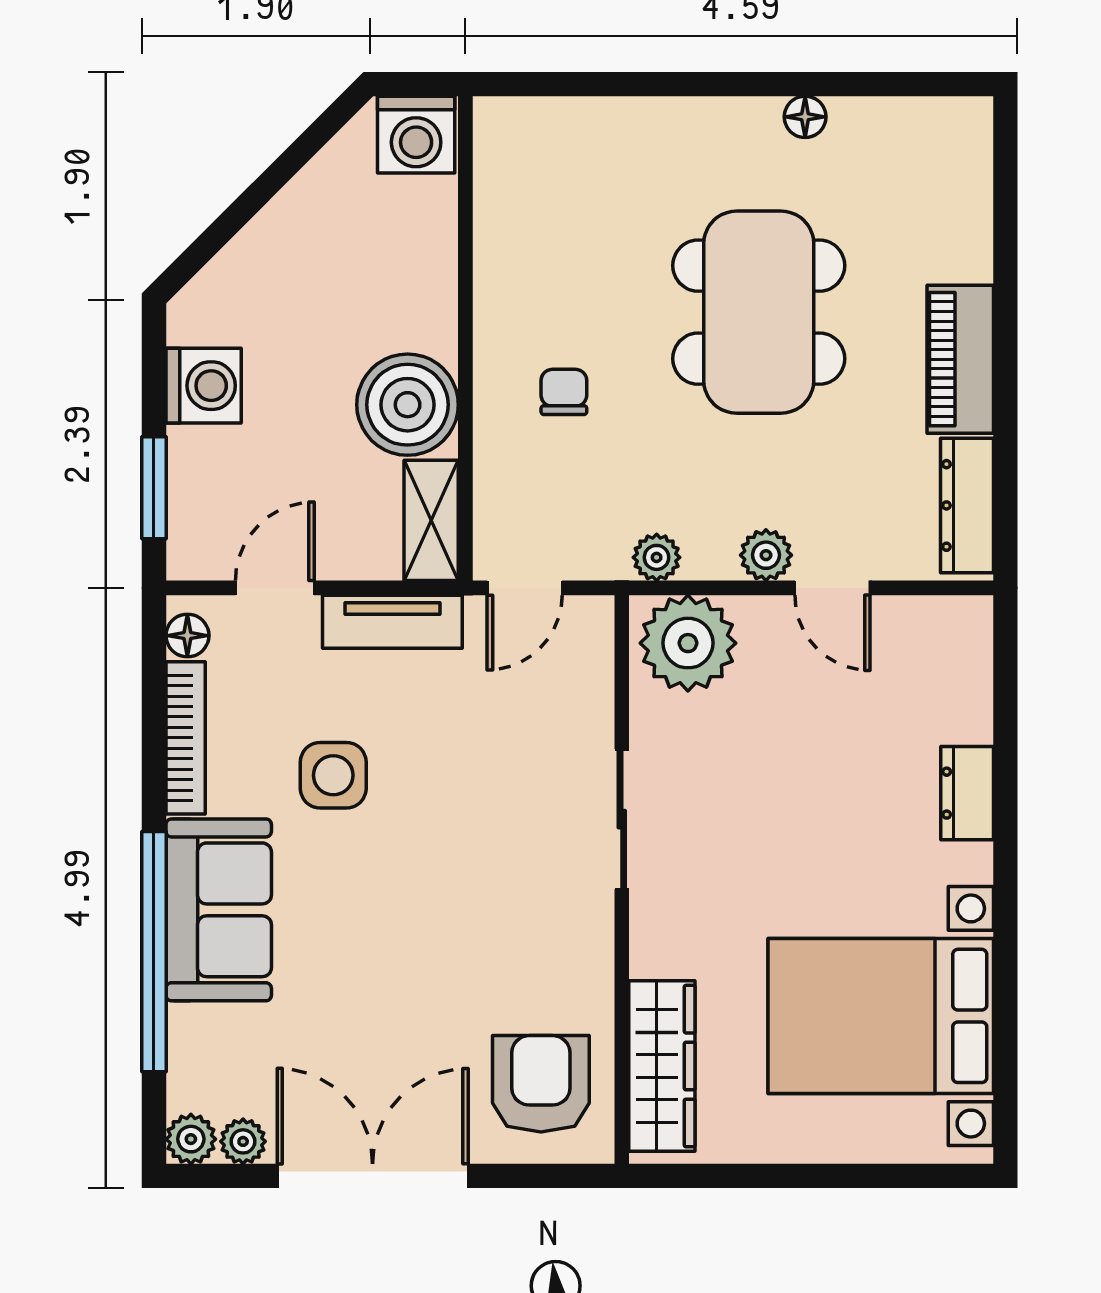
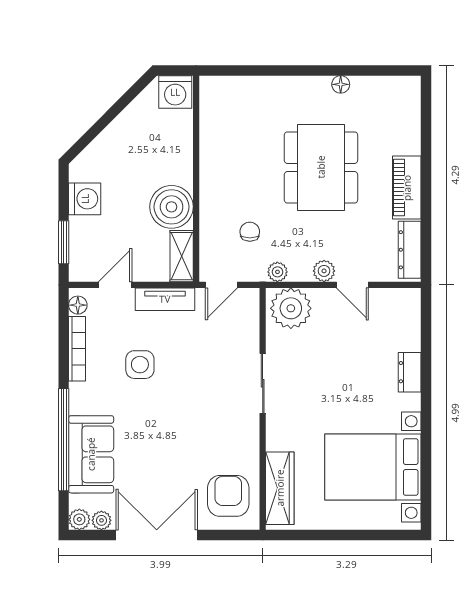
chair: (564, 392) -> (250, 232), moved
sofa: (219, 910) -> (91, 454), moved

